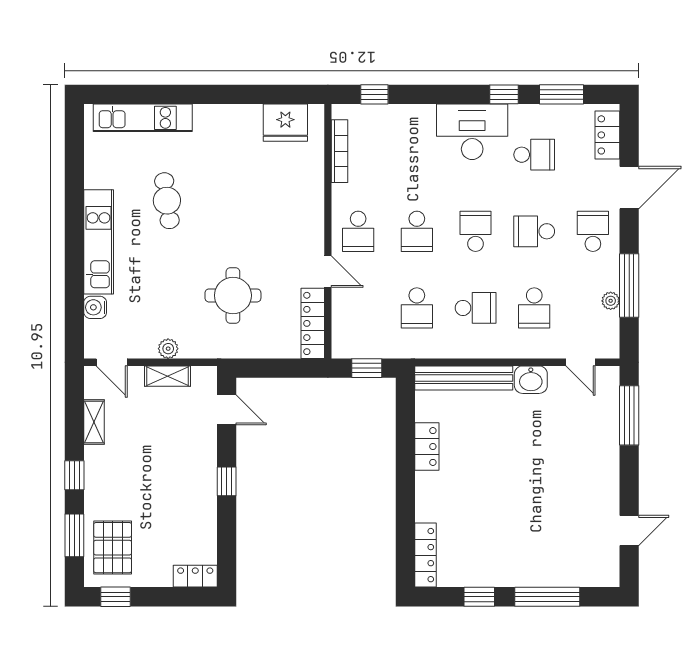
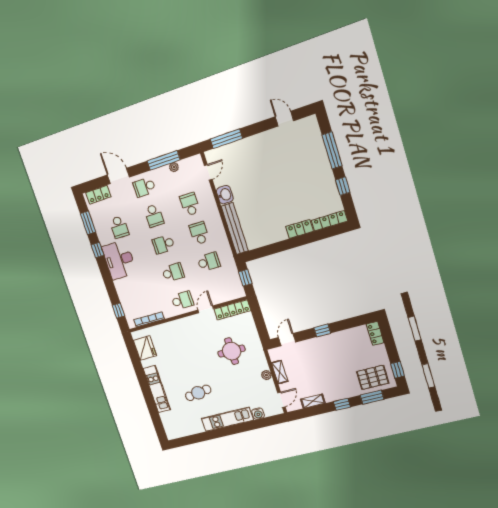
kitchen unit: (143, 118) -> (157, 389), moved
school desk: (534, 155) -> (119, 227), turned 180
school desk: (534, 308) -> (190, 204), turned -90
locker: (427, 447) -> (300, 229), moved

